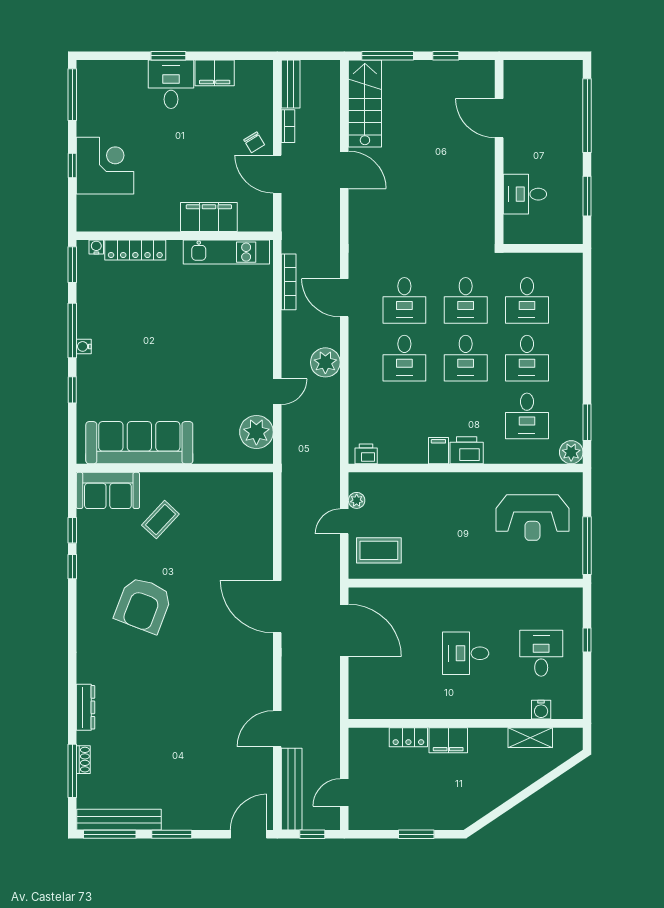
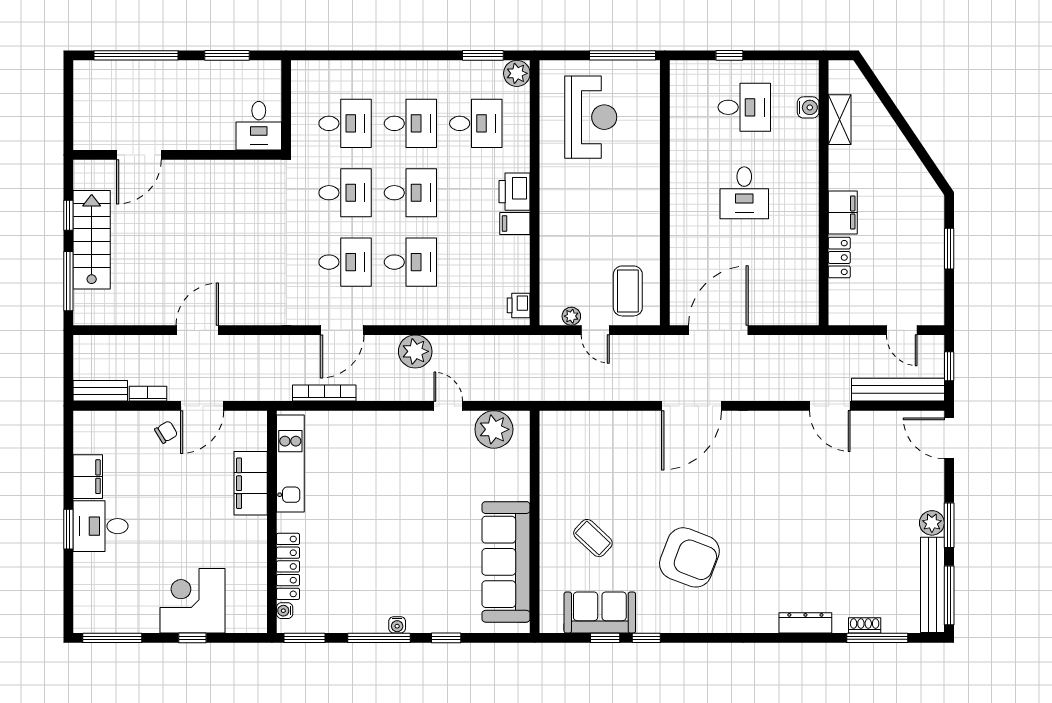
stairs: (365, 104) -> (92, 240), moved, turned 90
desk: (525, 194) -> (259, 126), moved
sofa: (108, 490) -> (600, 613), moved, turned -90
desk: (541, 653) -> (744, 107), turned 180
plant: (174, 819) -> (932, 523), added

